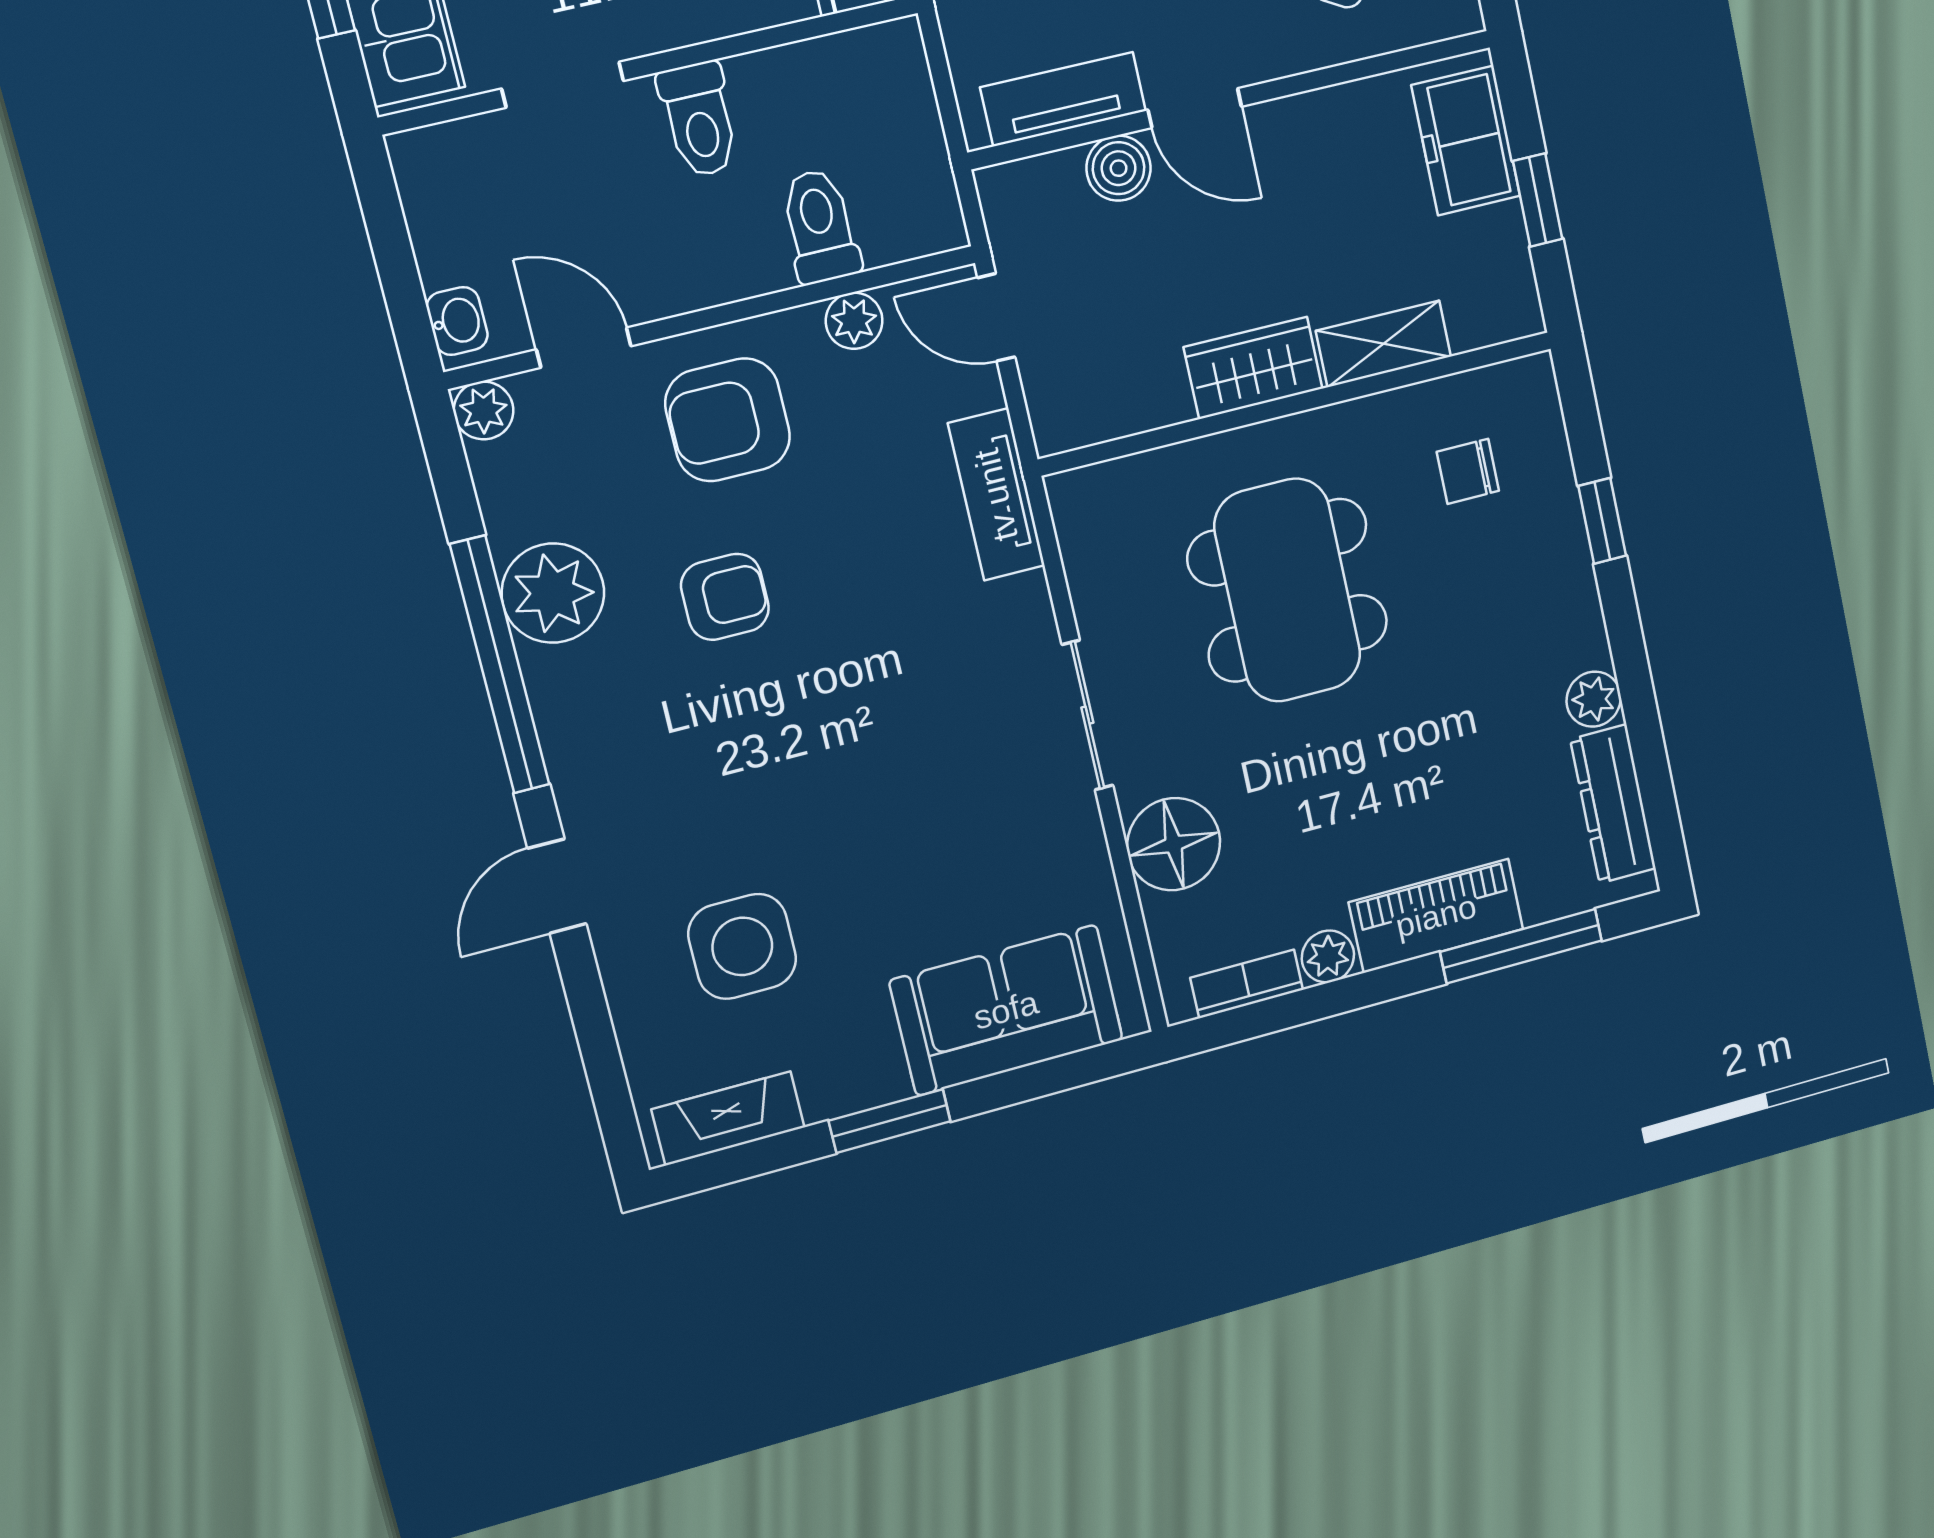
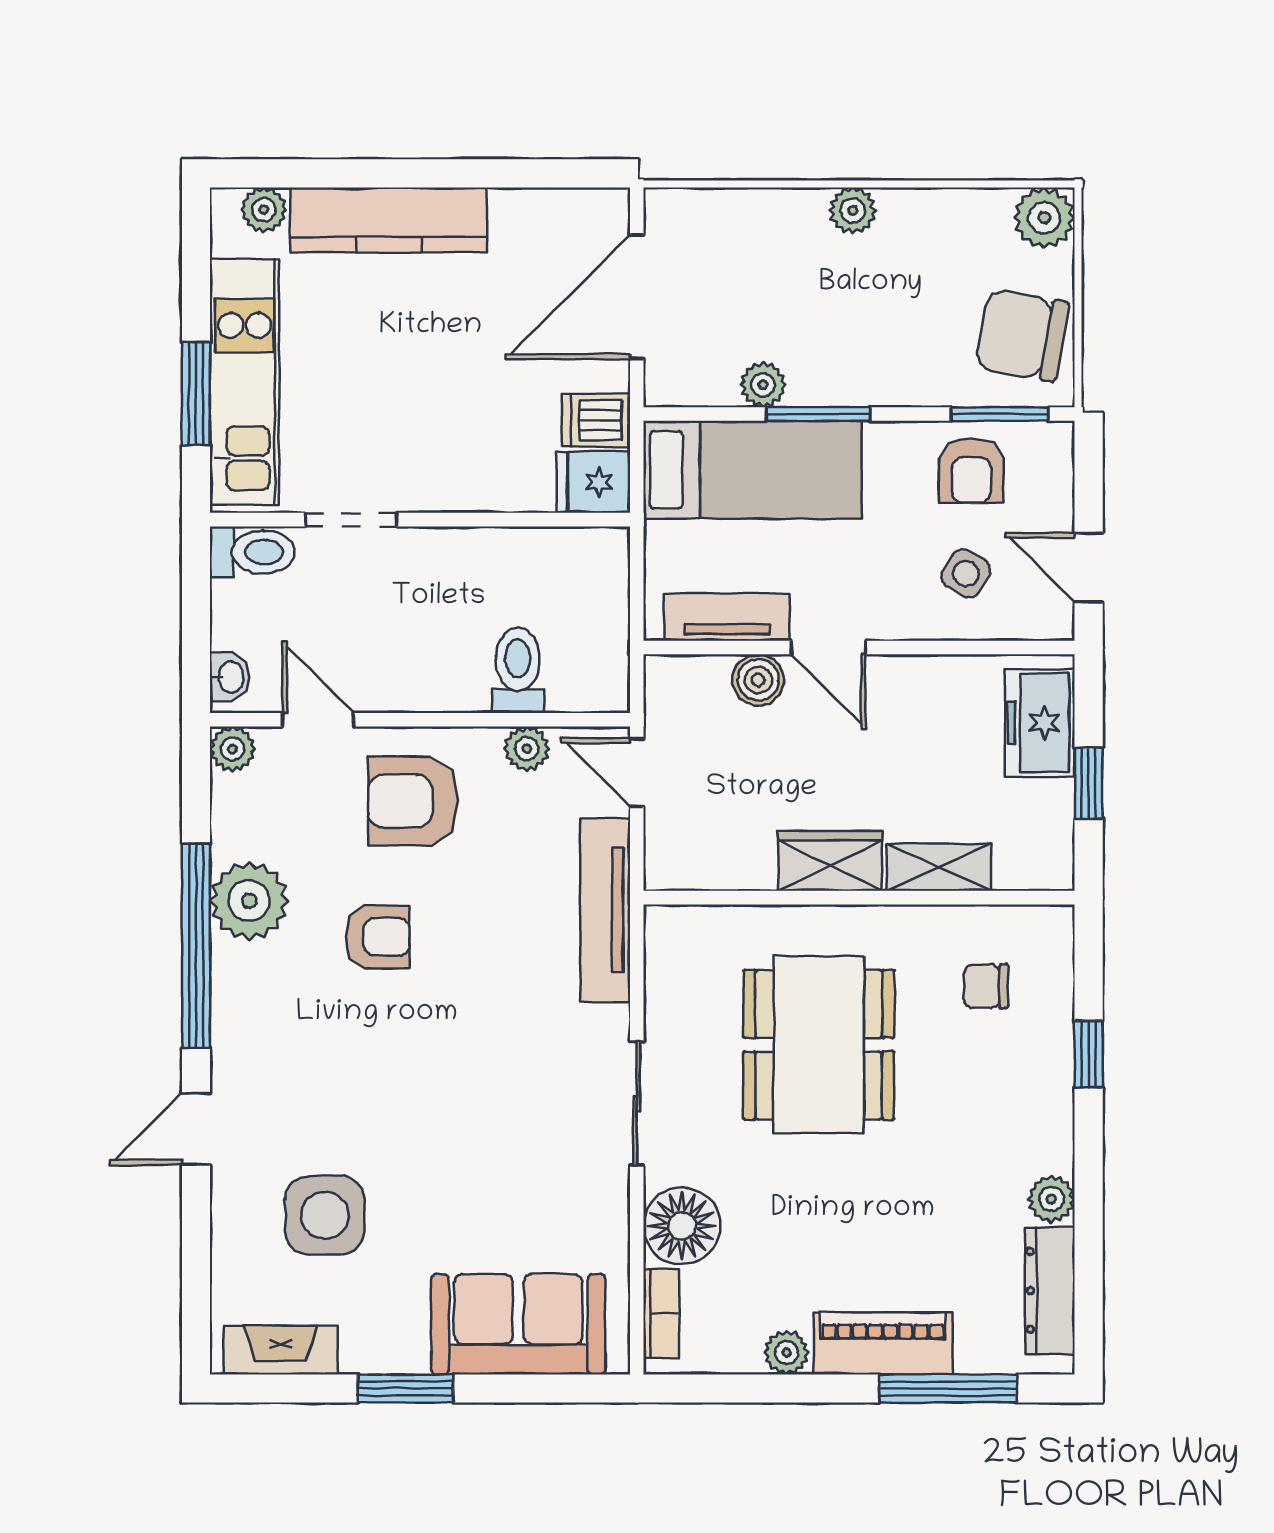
toilet: (699, 119) -> (252, 552), moved, turned -90
tv unit: (996, 495) -> (605, 910), width x1.41
bookcase: (1247, 984) -> (661, 1313), moved, turned 90

